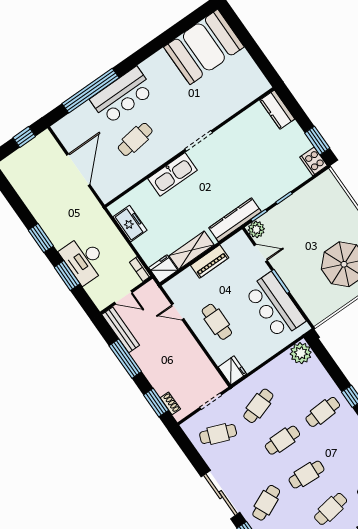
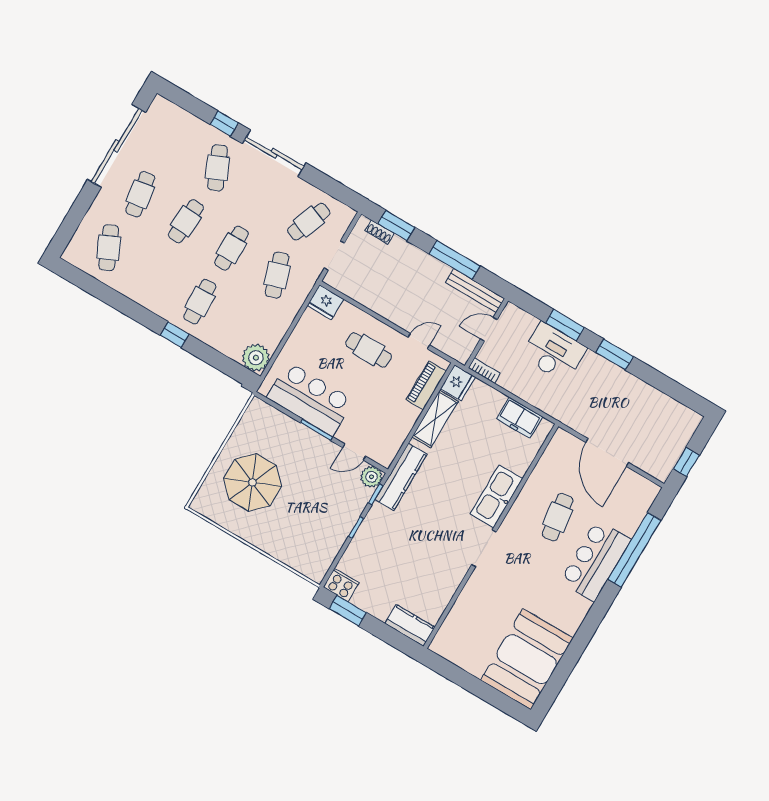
piano: (210, 262) -> (426, 385), moved

